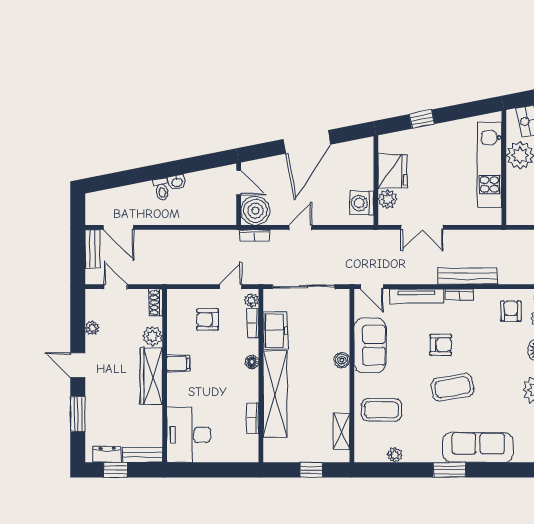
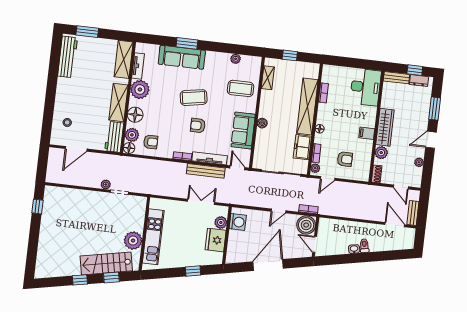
bench: (468, 276) -> (206, 171), moved
armchair: (511, 311) -> (151, 142), turned -90
door: (78, 365) -> (431, 140), swing flipped
window: (450, 470) -> (187, 43), moved

